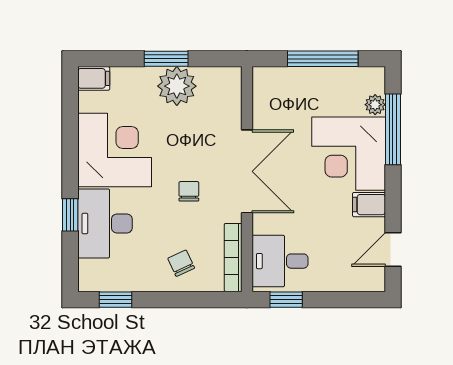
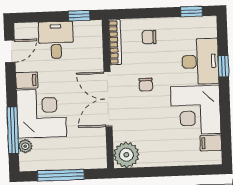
window: (166, 59) -> (164, 171), removed
filing cabinet: (94, 78) -> (211, 143), moved
plant: (177, 86) -> (126, 155), moved
desk: (280, 261) -> (56, 40), moved, turned -90
chair: (181, 263) -> (149, 37), turned 115

